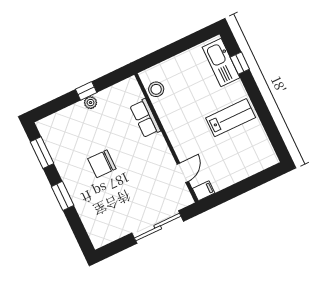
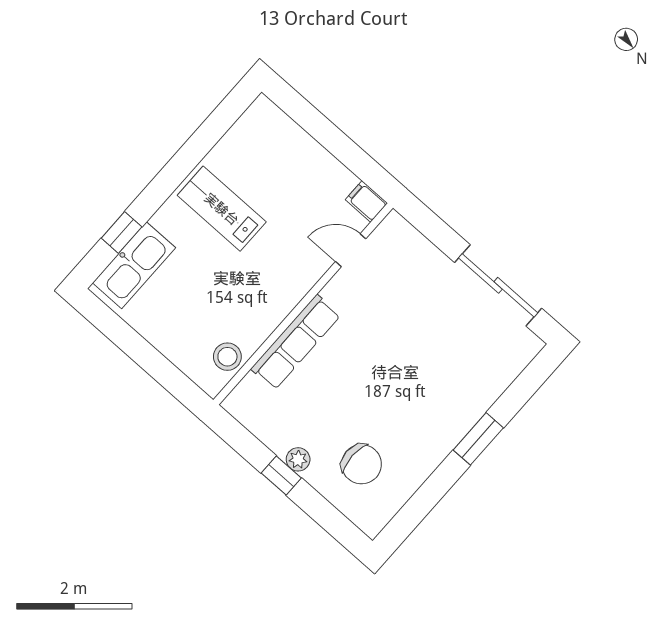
row of seats: (145, 118) -> (296, 342), width x1.48
window: (42, 153) -> (419, 506), removed
chair: (102, 164) -> (361, 464), moved
sliding door: (158, 227) -> (498, 285), moved

